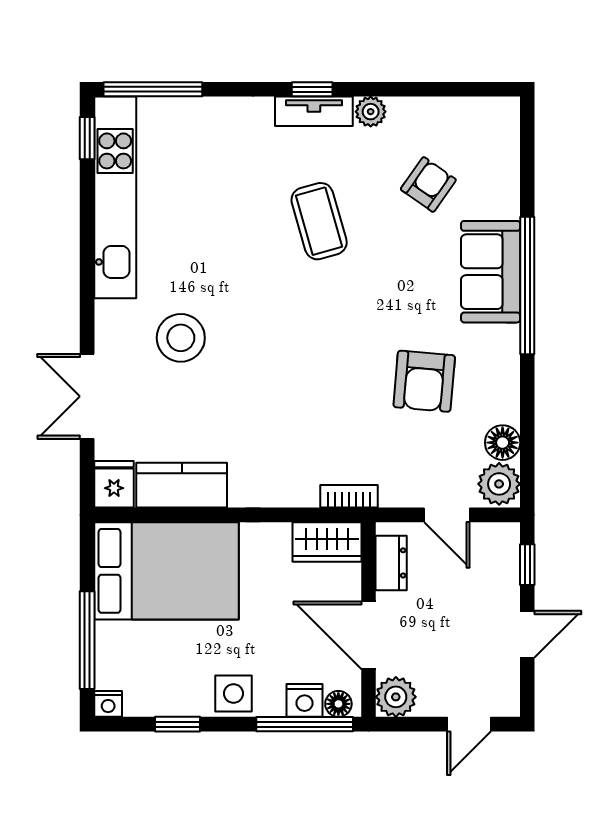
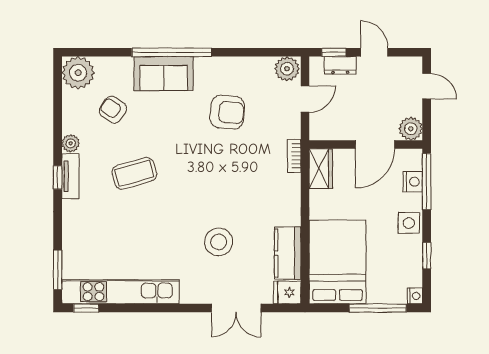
window: (153, 89) -> (58, 270), width x0.69
plant: (492, 124) -> (78, 73), added
stool: (181, 338) -> (219, 242), moved
floor lamp: (503, 443) -> (263, 67), removed
dresser: (391, 563) -> (340, 65), moved, turned 180
floor lamp: (338, 704) -> (415, 162), removed

